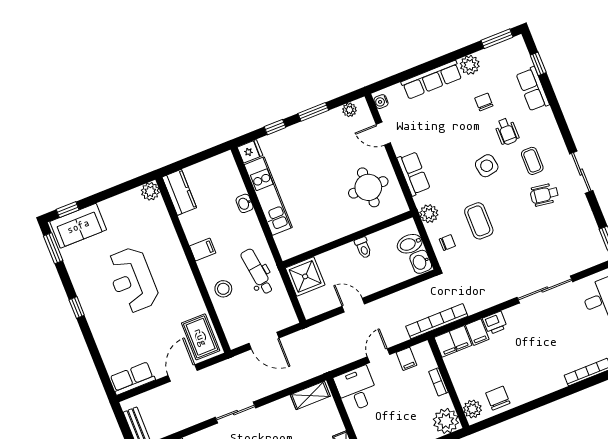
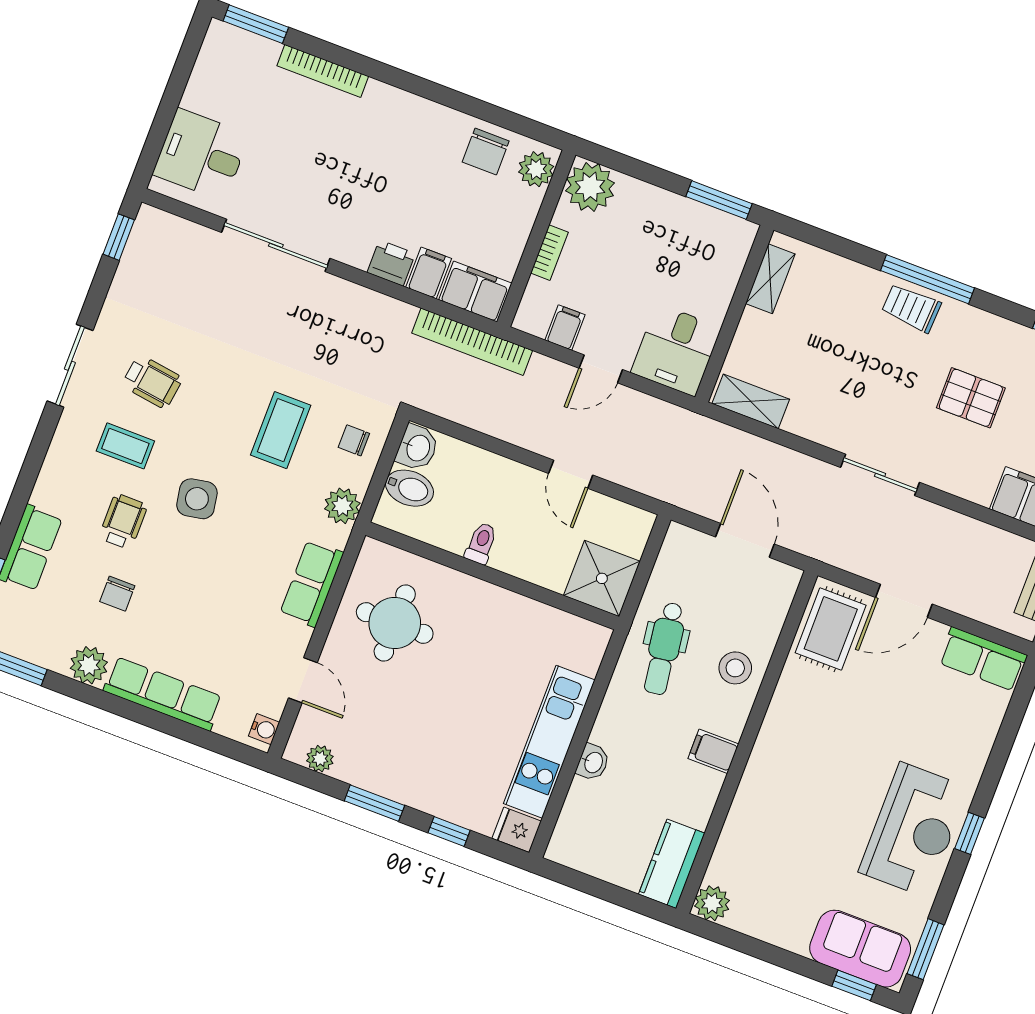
coffee table: (532, 161) -> (125, 446), turned 90
reception desk: (132, 280) -> (914, 830), moved

